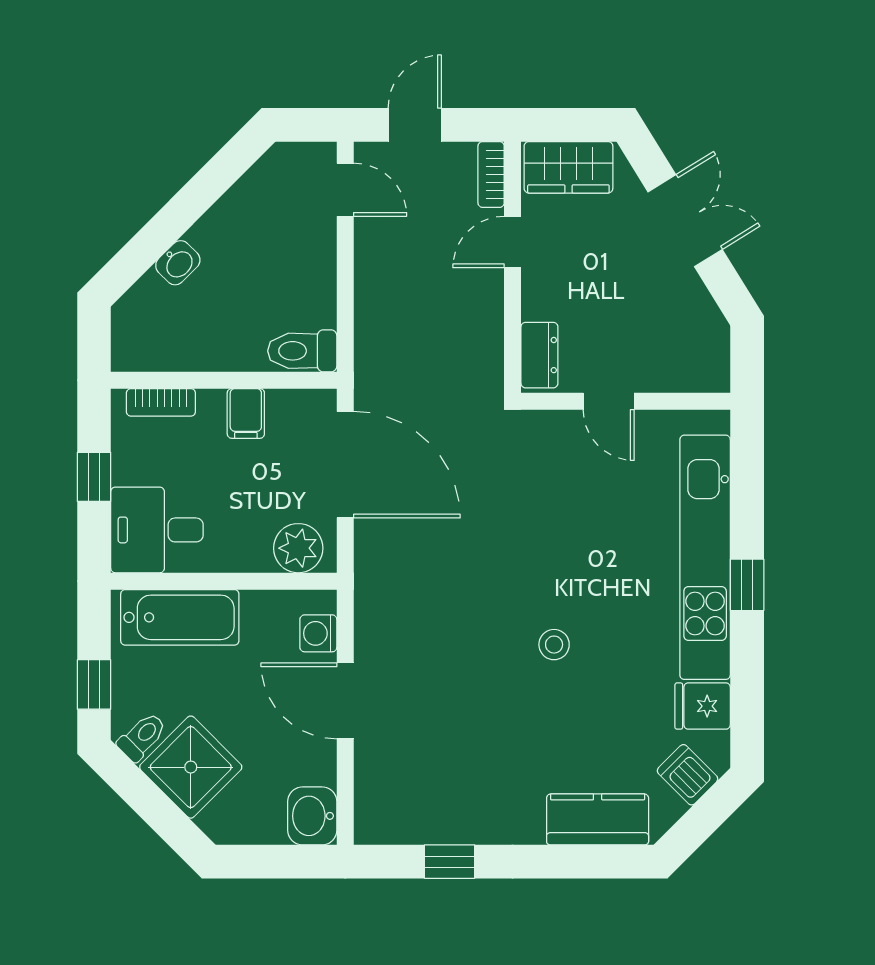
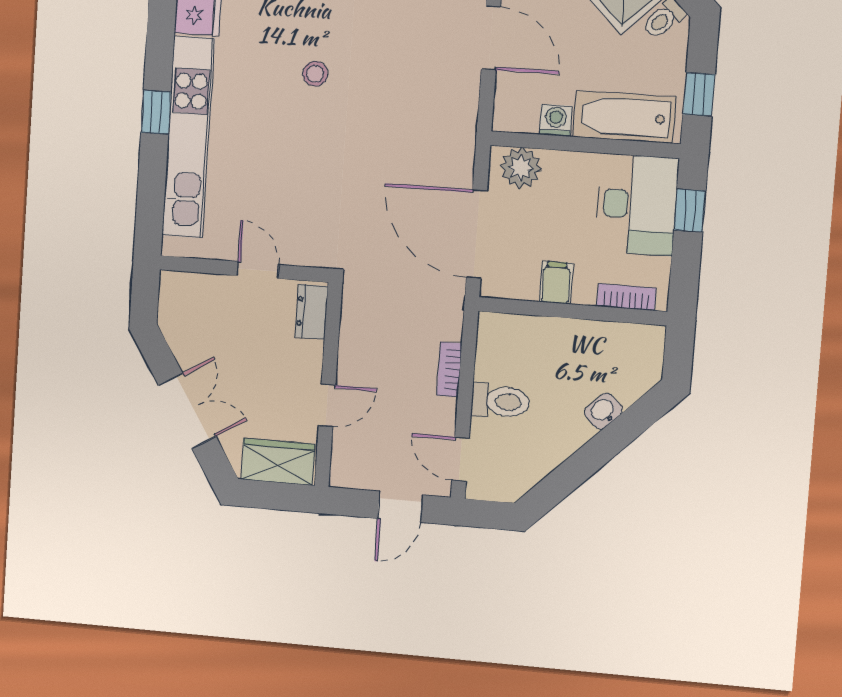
bookcase: (491, 174) -> (449, 369), moved, turned 180
double door: (685, 221) -> (187, 411), swing flipped
toilet: (302, 351) -> (500, 401), moved
window: (94, 477) -> (690, 210), moved
desk: (157, 530) -> (637, 205), width x1.37
washing machine: (318, 633) -> (556, 120), moved, turned -90
window: (94, 684) -> (699, 94), moved

